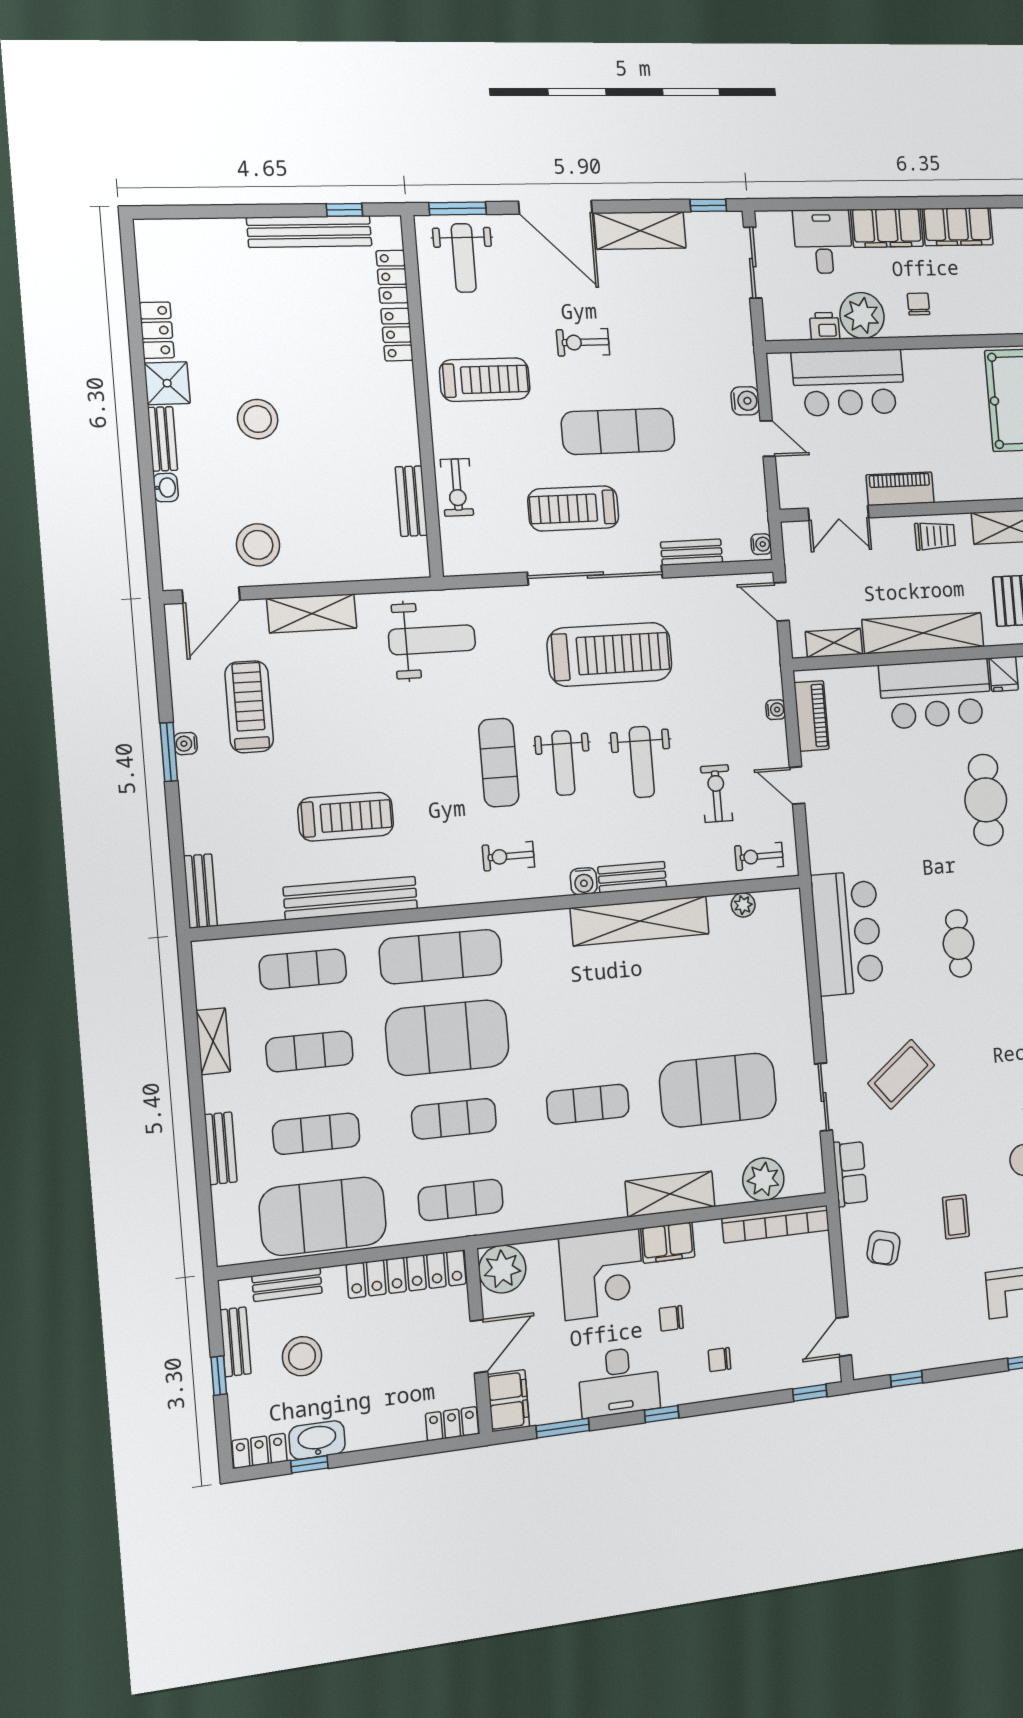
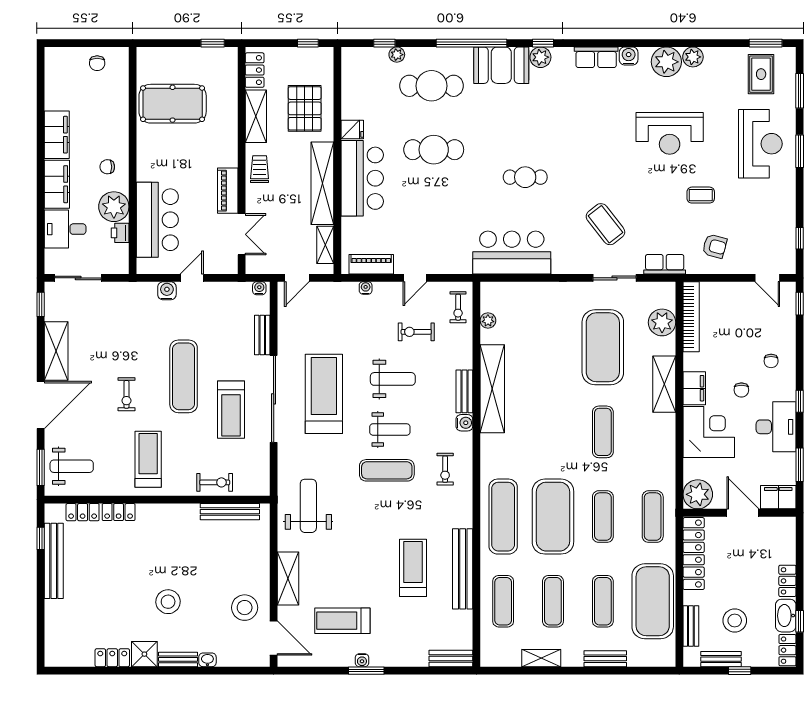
bench: (411, 501) -> (230, 512), width x1.36
locker: (452, 1424) -> (787, 581), moved

